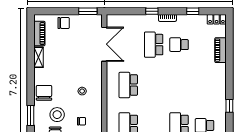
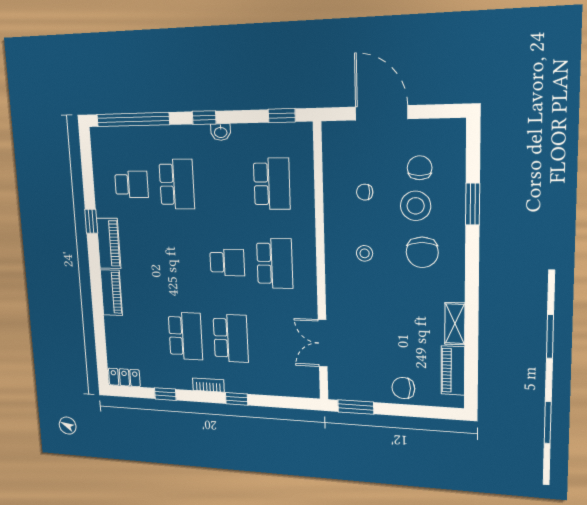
double door: (104, 44) -> (323, 343), width x0.73
school desk: (179, 45) -> (185, 336), width x1.85
piano: (221, 50) -> (111, 293), moved
school desk: (154, 85) -> (227, 262), added
chair: (44, 93) -> (422, 252), moved
piano: (220, 94) -> (109, 243), added

